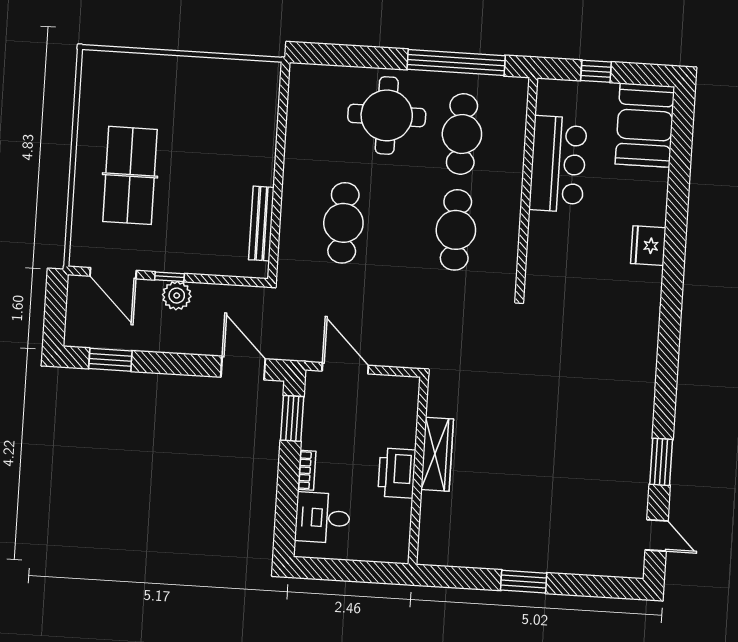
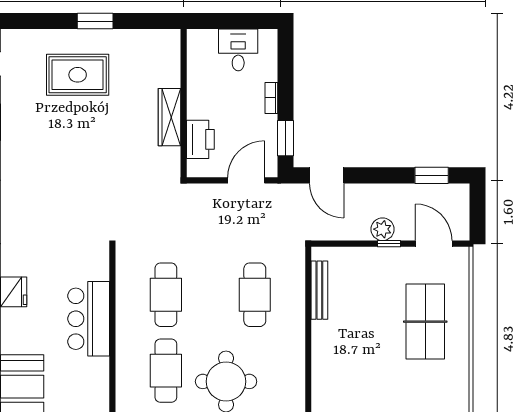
bar counter: (558, 164) -> (89, 319), moved
door: (345, 368) -> (246, 180), swing flipped
printer: (397, 473) -> (200, 139), moved
rug: (550, 515) -> (78, 75), added
desk: (323, 518) -> (238, 50), moved, turned -90

